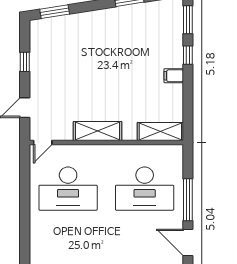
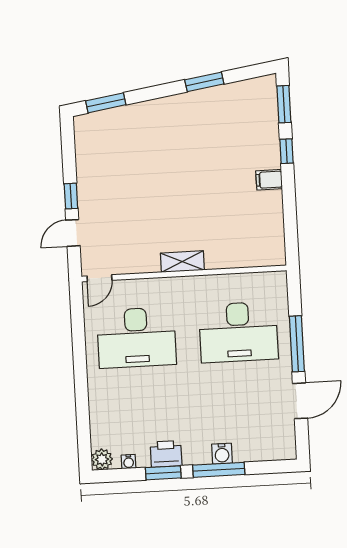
window: (25, 62) -> (71, 196), moved
shelving: (97, 131) -> (182, 262), width x0.67, depth x0.75
shelving: (160, 131) -> (255, 255), removed
door: (188, 243) -> (300, 401), swing flipped

